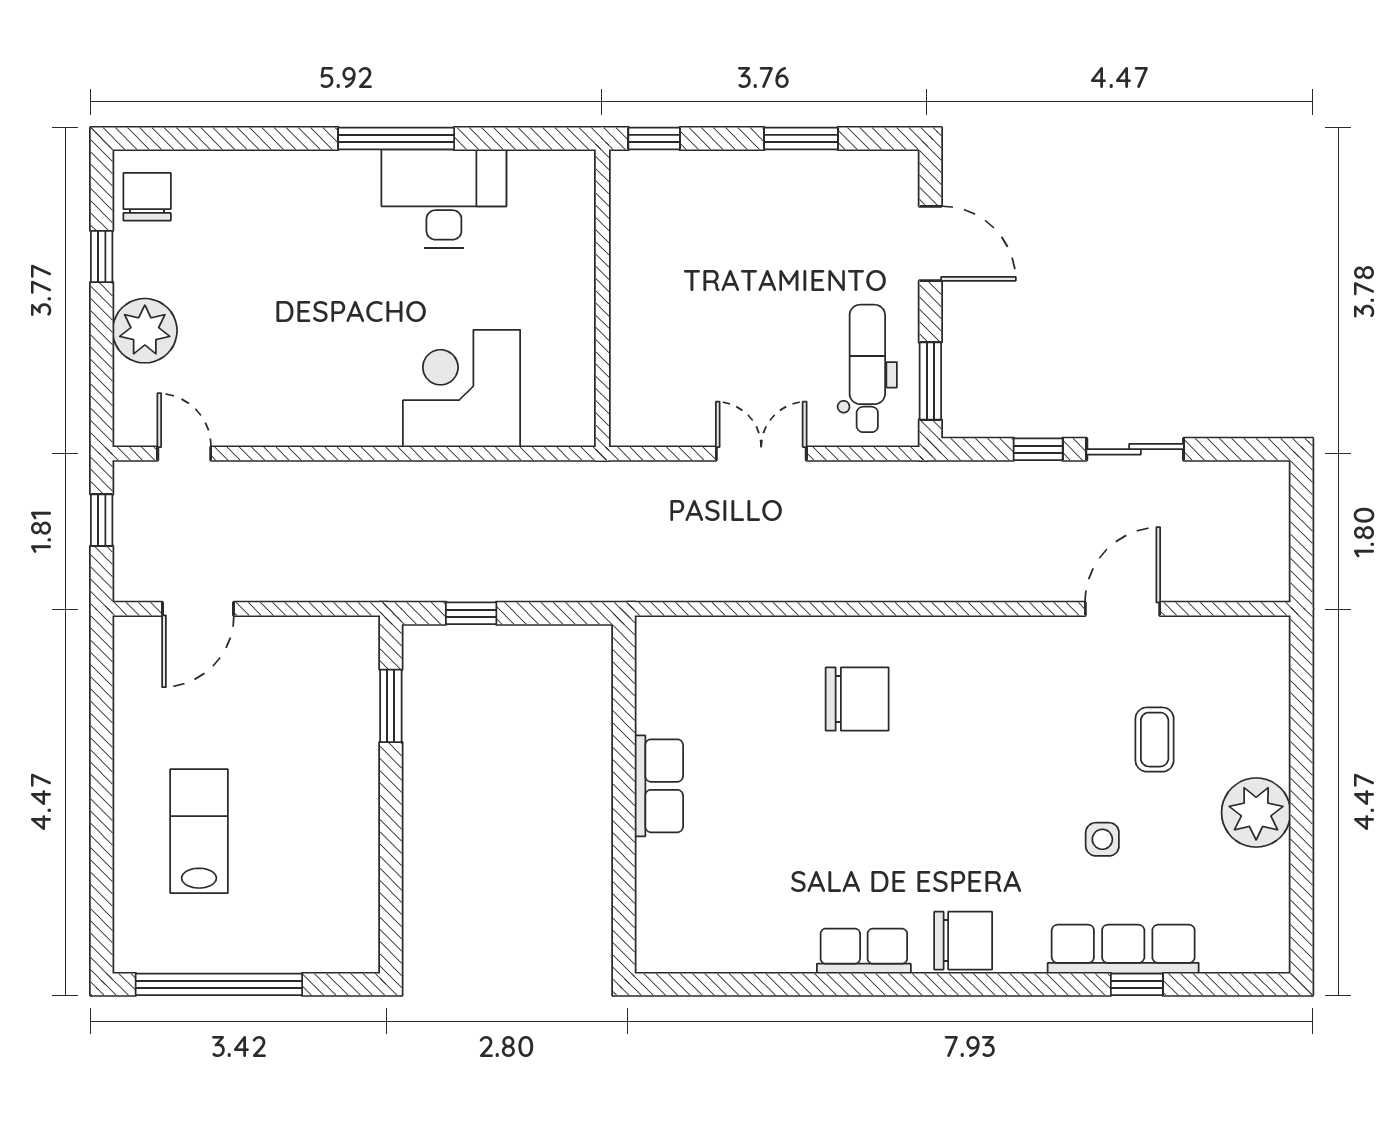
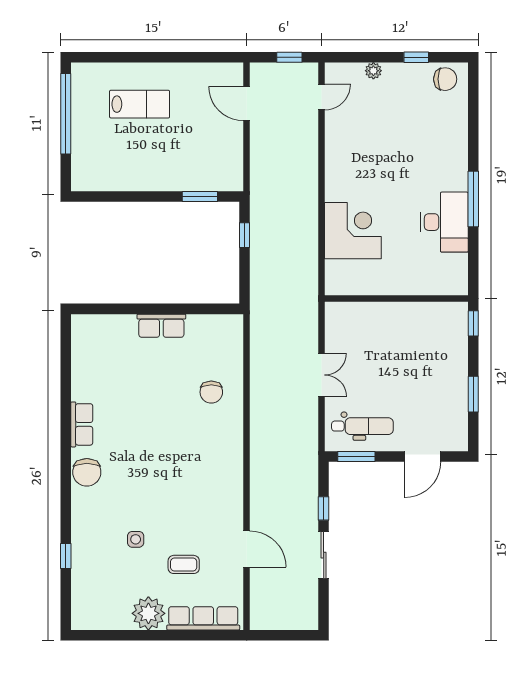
plant: (145, 331) -> (373, 71), width x0.53, depth x0.53
chair: (857, 699) -> (211, 392), moved, width x0.73, depth x0.73
row of seats: (1123, 949) -> (203, 618), moved, turned -90

